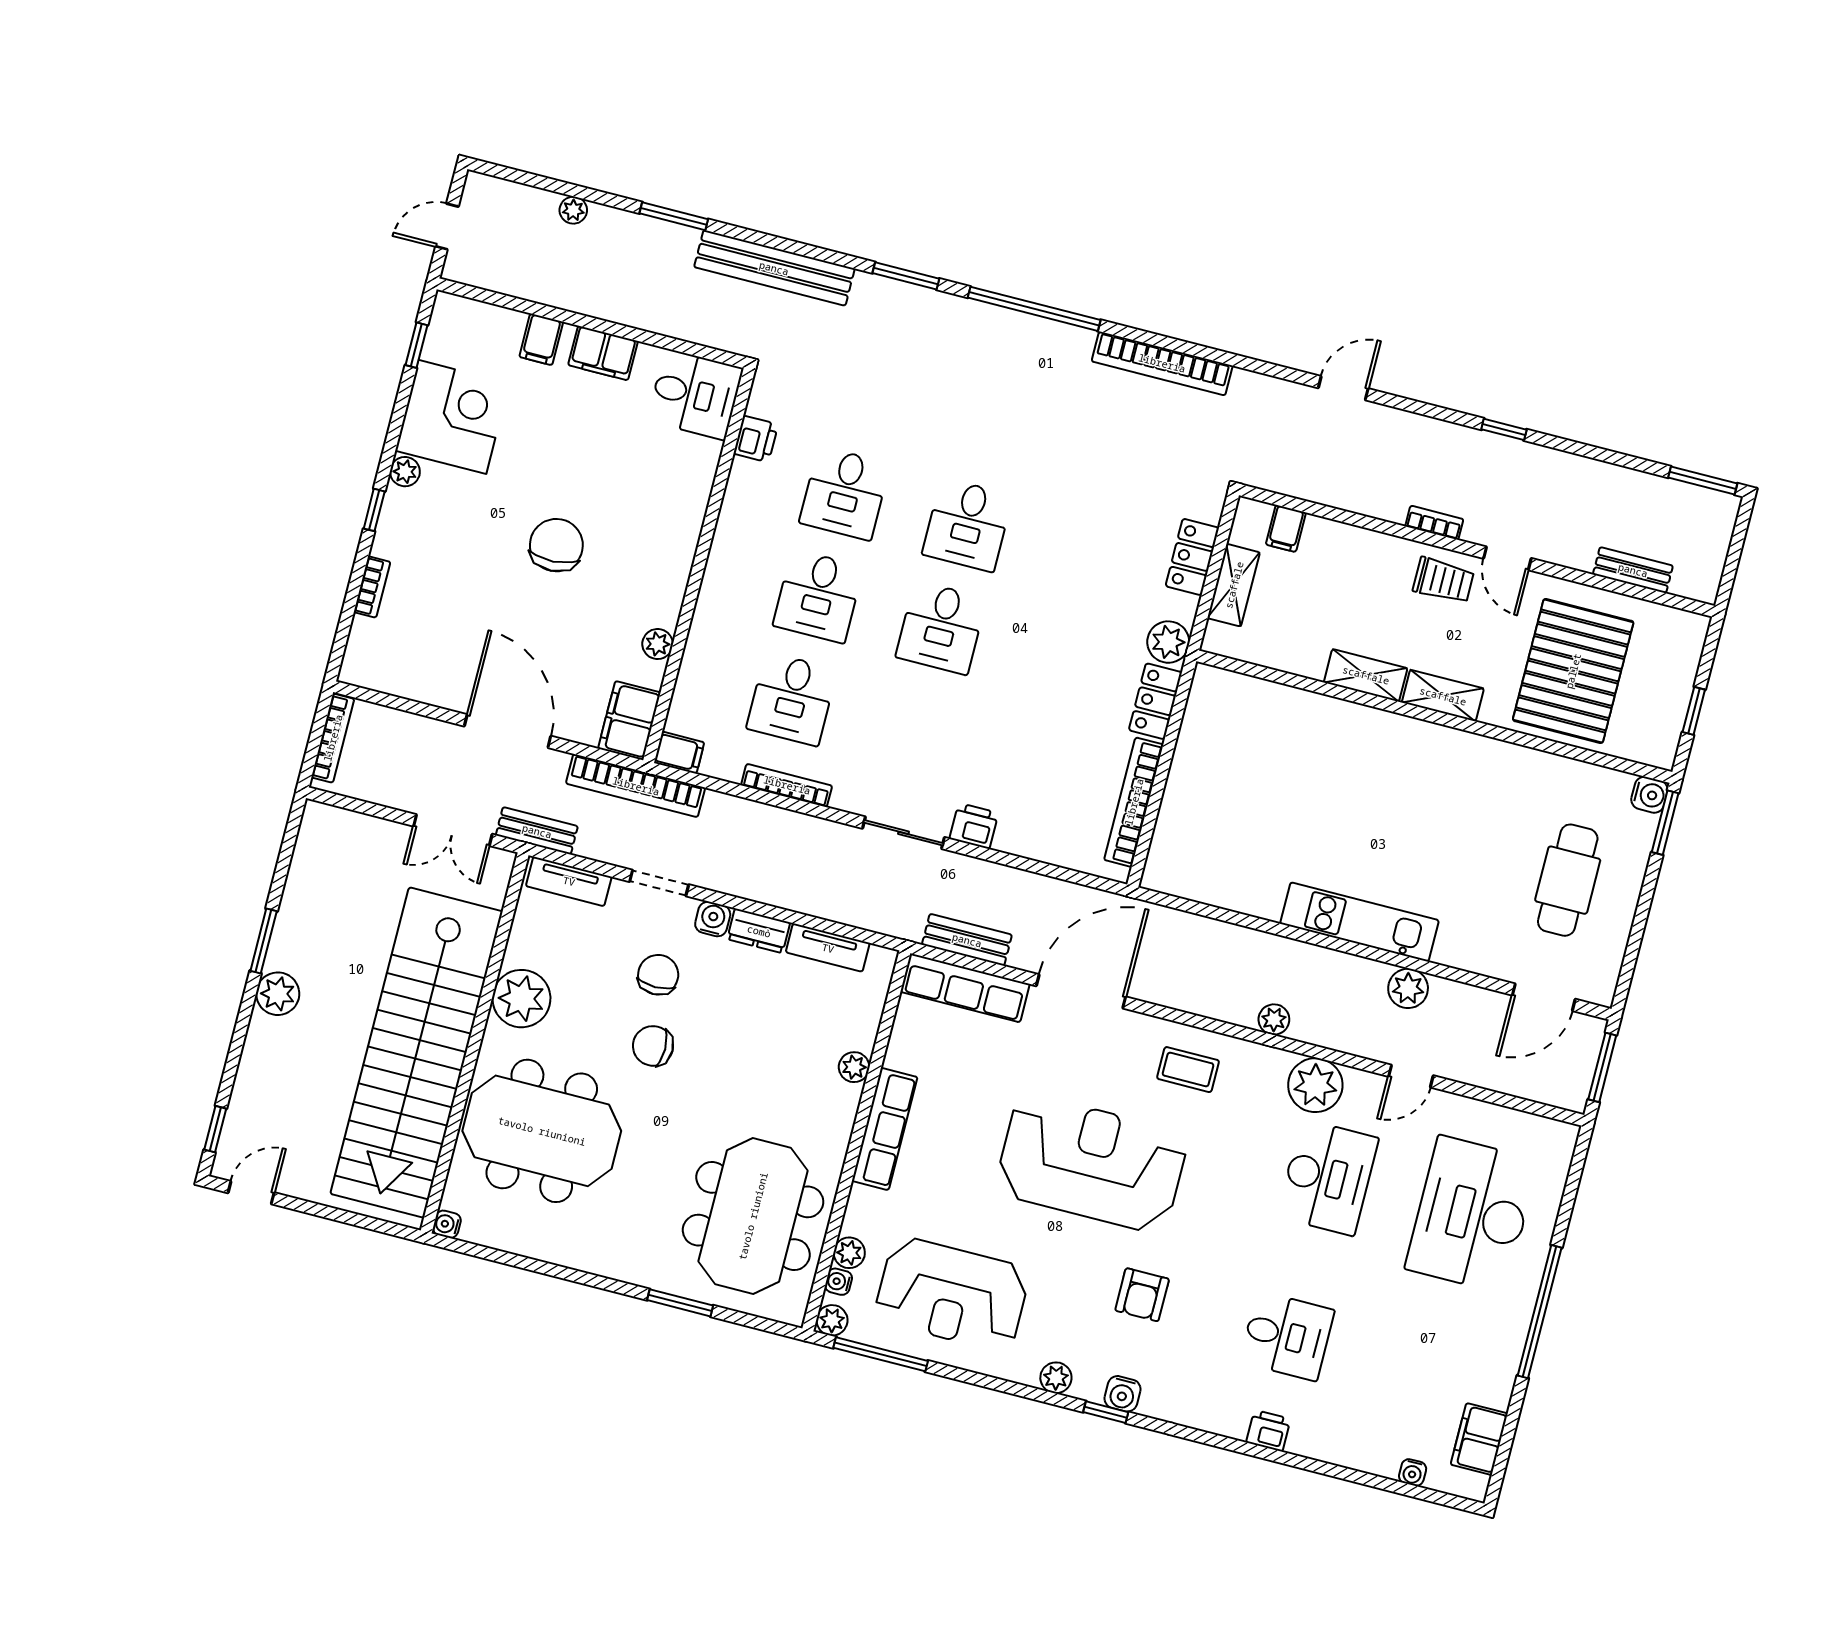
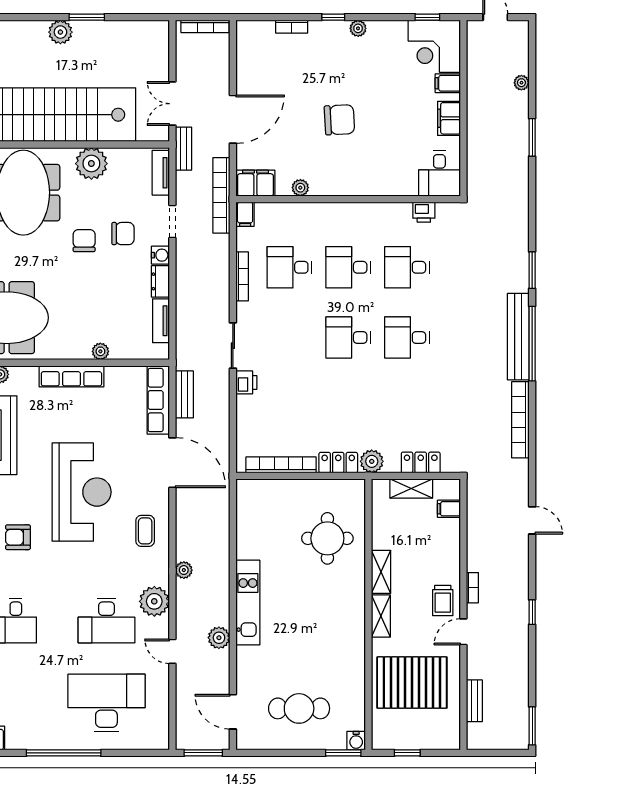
bench: (774, 268) -> (518, 337), moved
corner desk: (452, 417) -> (434, 46), moved, turned 90
round table: (1283, 754) -> (327, 538), added

